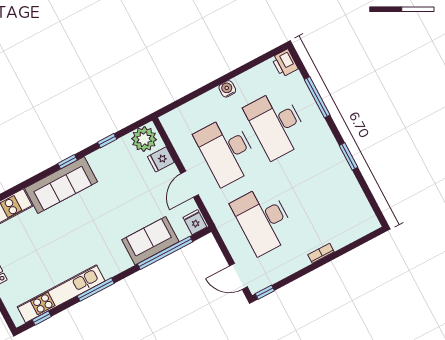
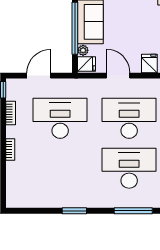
plant: (183, 233) -> (83, 50), added
bookcase: (284, 272) -> (11, 113), added
door: (238, 276) -> (39, 76), moved

